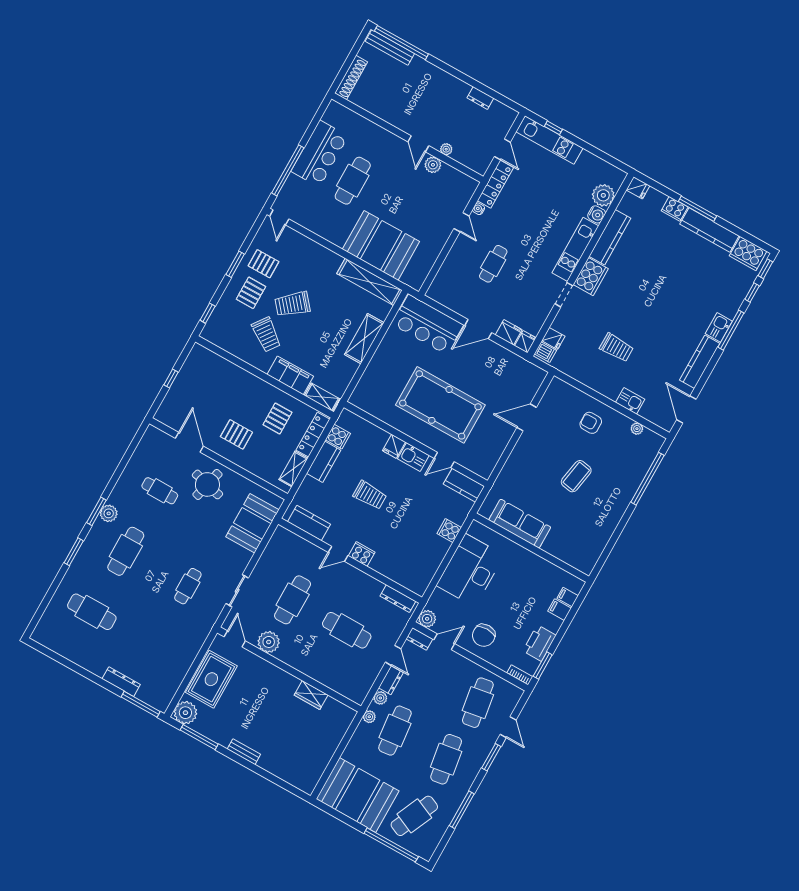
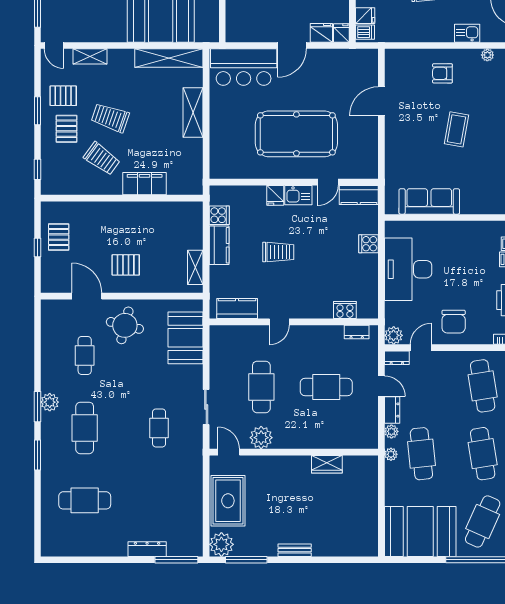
trolley: (293, 304) -> (110, 118), turned 59
shelving: (322, 397) -> (90, 56), moved
pallet: (277, 418) -> (59, 237), moved
locker: (313, 435) -> (195, 226), removed
cafe table: (160, 491) -> (85, 355), turned 90
cooker: (362, 554) -> (345, 310), moved
dresser: (398, 599) -> (357, 332), width x0.70

